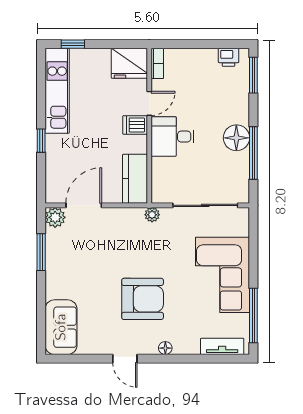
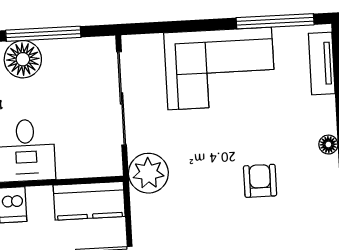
plant: (152, 215) -> (148, 173), width x1.88, depth x1.88
armchair: (143, 299) -> (260, 181), width x0.53, depth x0.53

